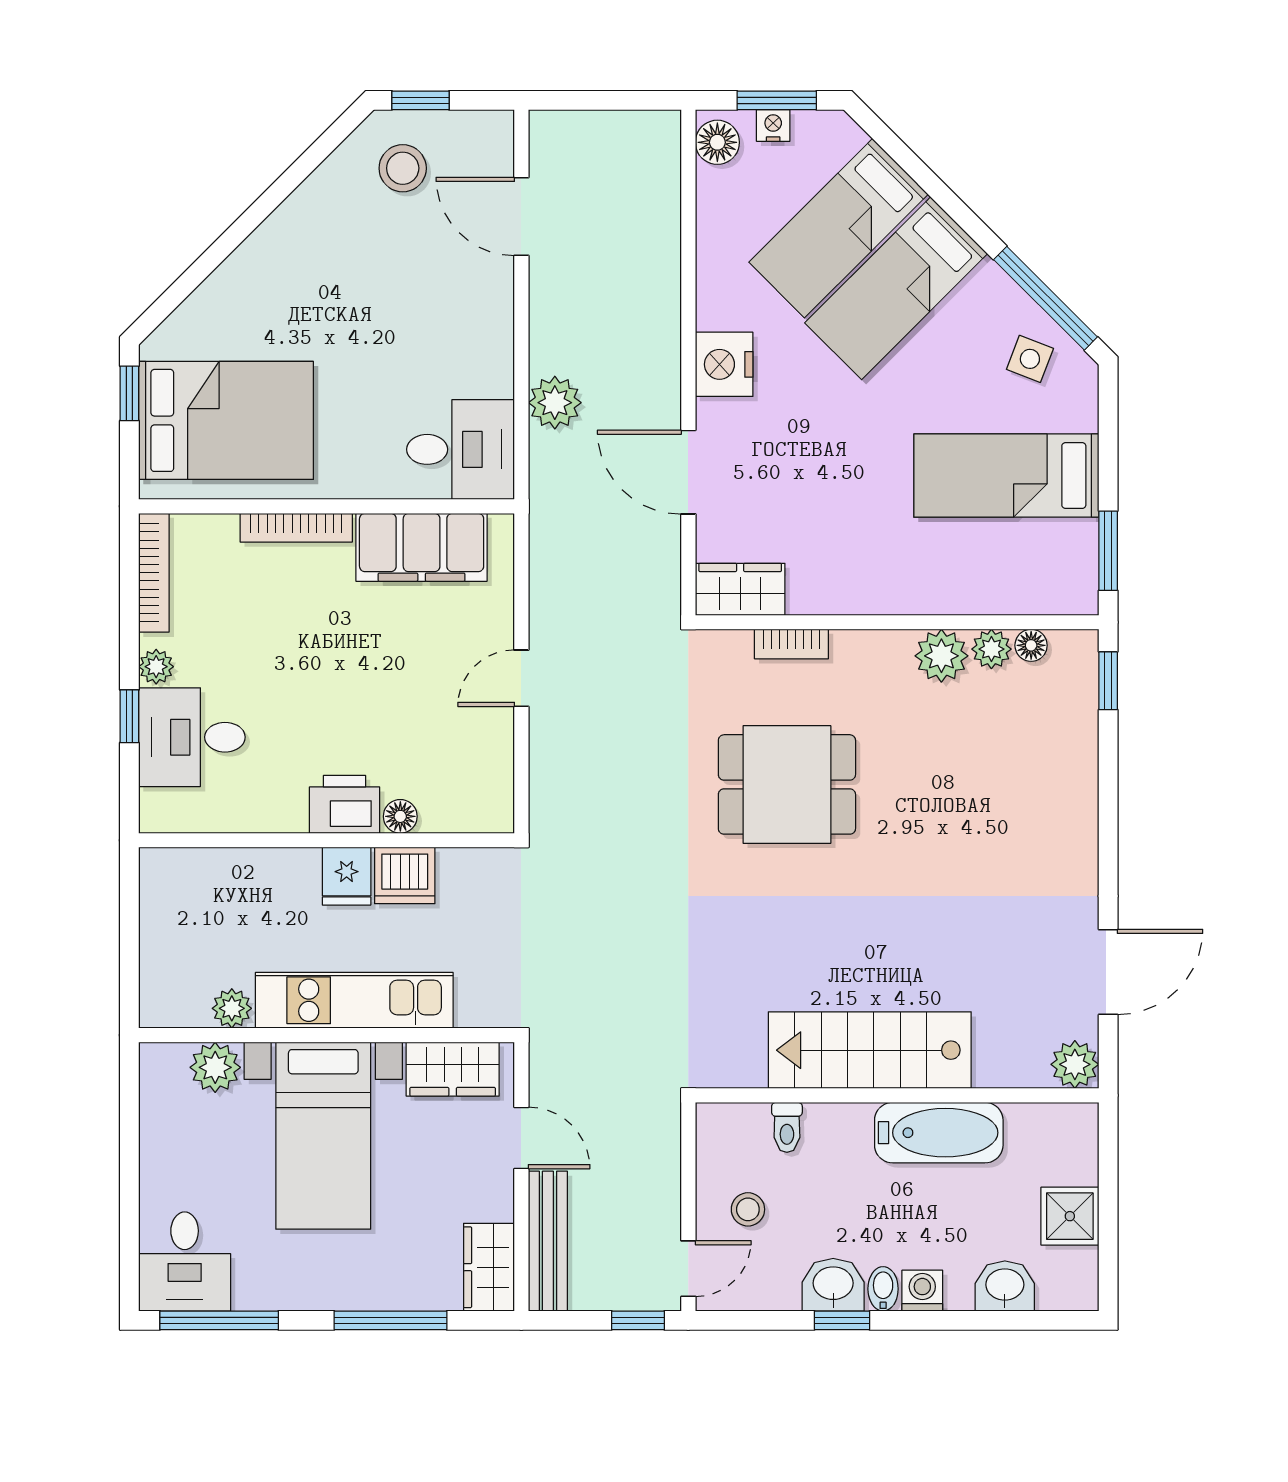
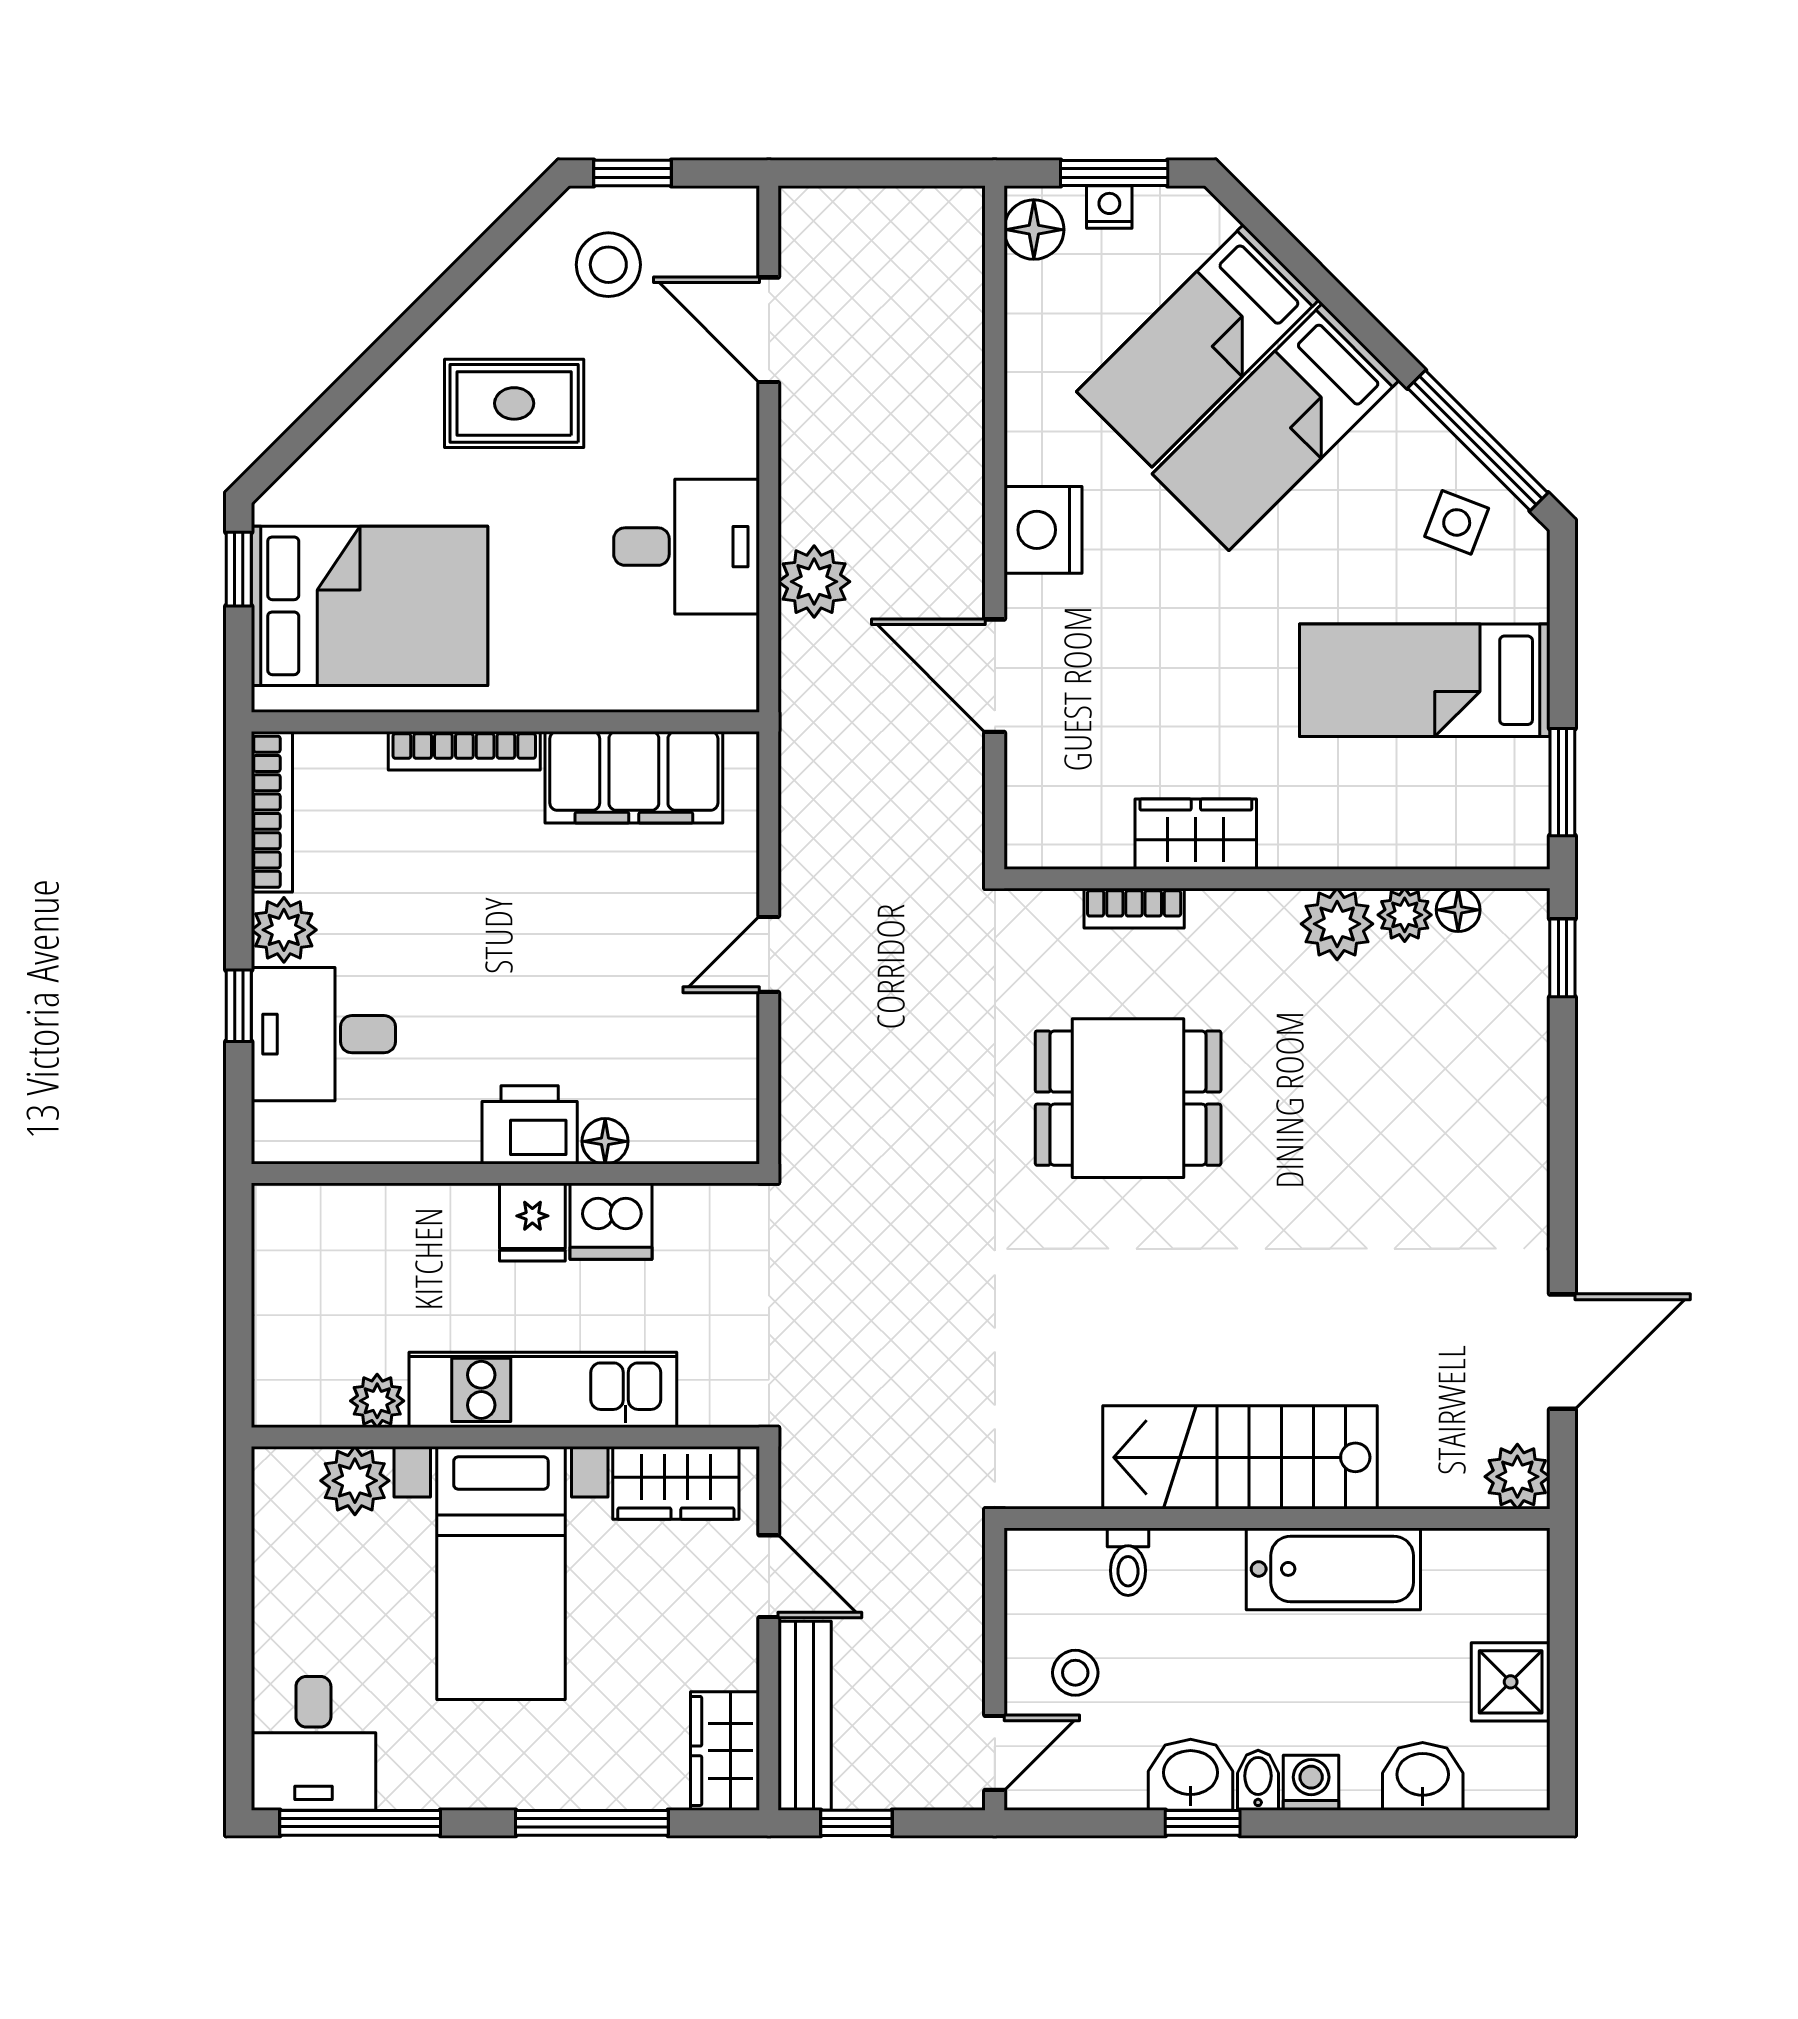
rug: (333, 271) -> (514, 403), added
desk: (461, 449) -> (687, 547), moved
wardrobe: (740, 589) -> (1196, 834), moved
plant: (156, 667) -> (284, 930), width x1.38, depth x1.38
window: (638, 1320) -> (856, 1823), moved

